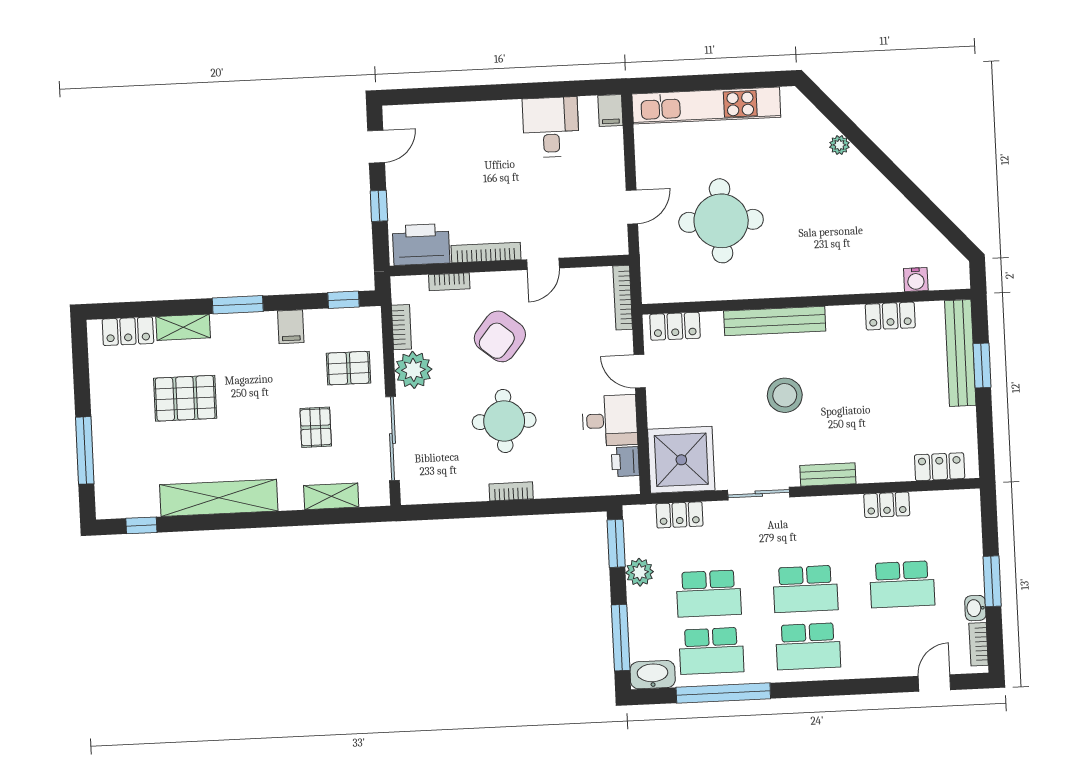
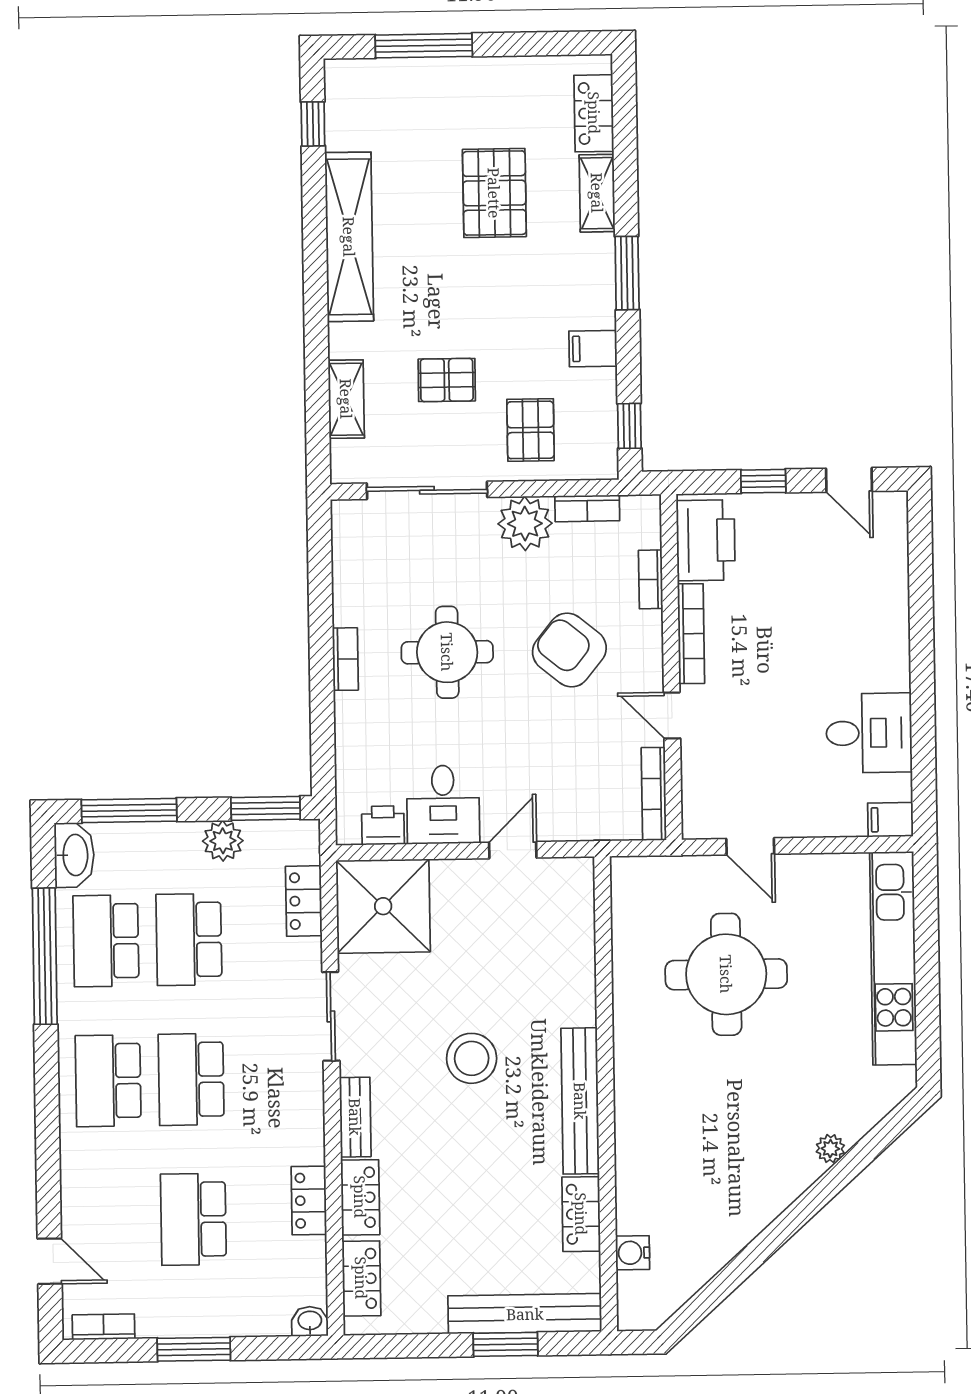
bookcase: (623, 298) -> (654, 794), moved, turned -90
bench: (775, 321) -> (580, 1101), moved
locker: (675, 326) -> (360, 1197), moved, turned 180
washbasin: (975, 608) -> (310, 1321), moved

